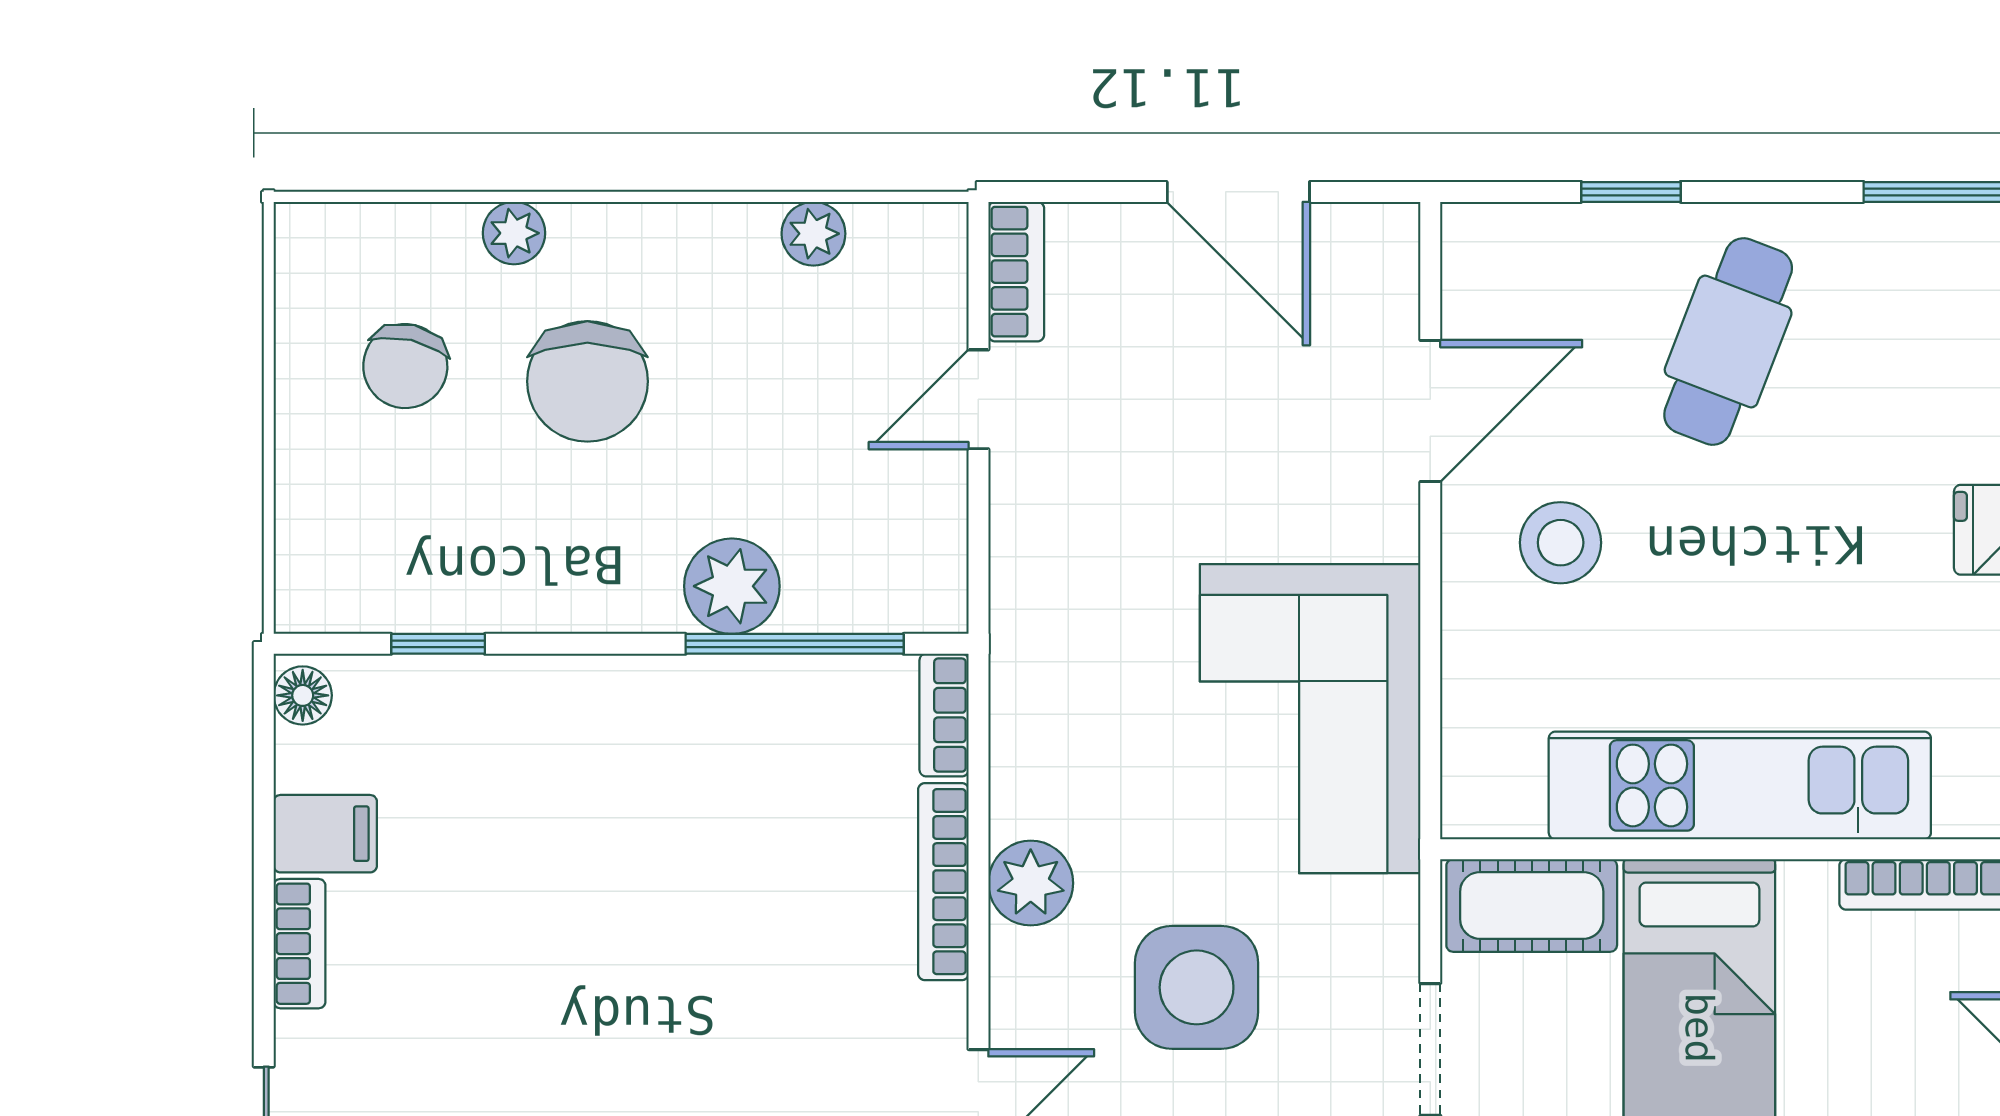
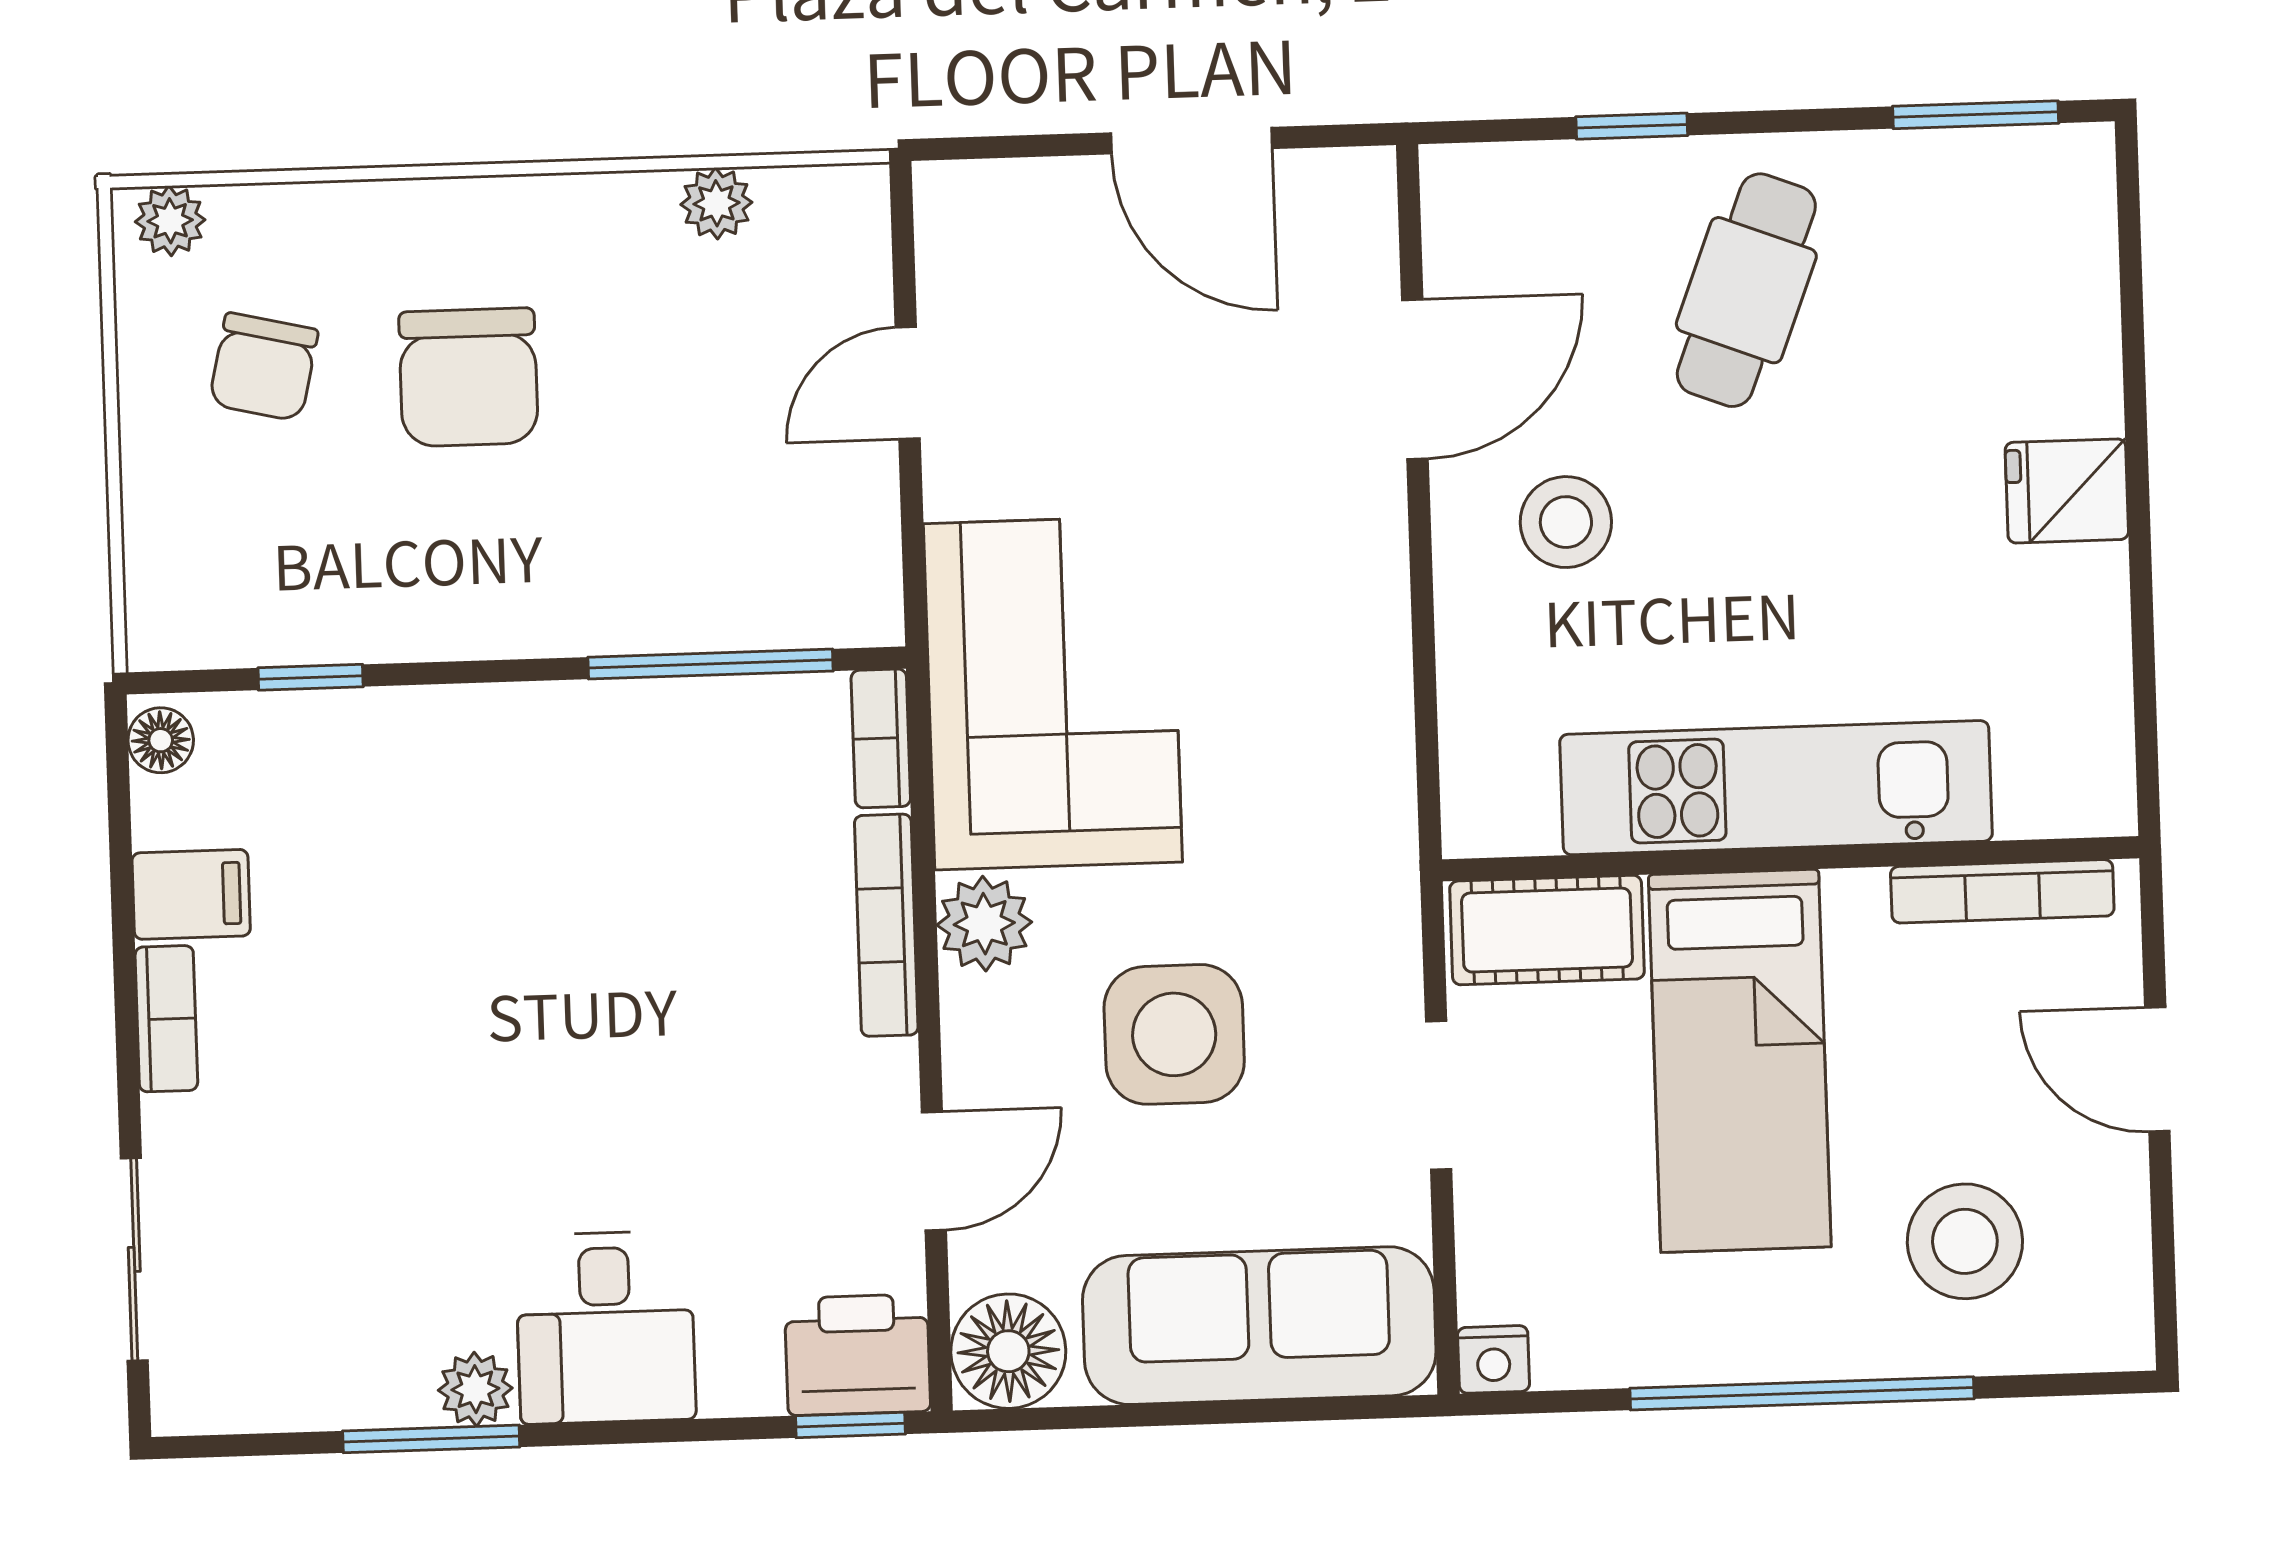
plant: (514, 233) -> (170, 221), moved
bookcase: (1016, 272) -> (945, 238), removed
plant: (732, 586) -> (638, 602), removed
corner sofa: (1310, 719) -> (1053, 693), moved, turned 180

